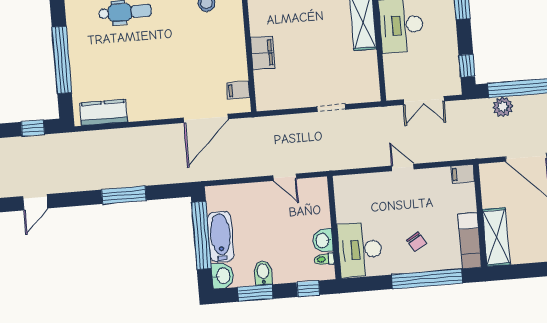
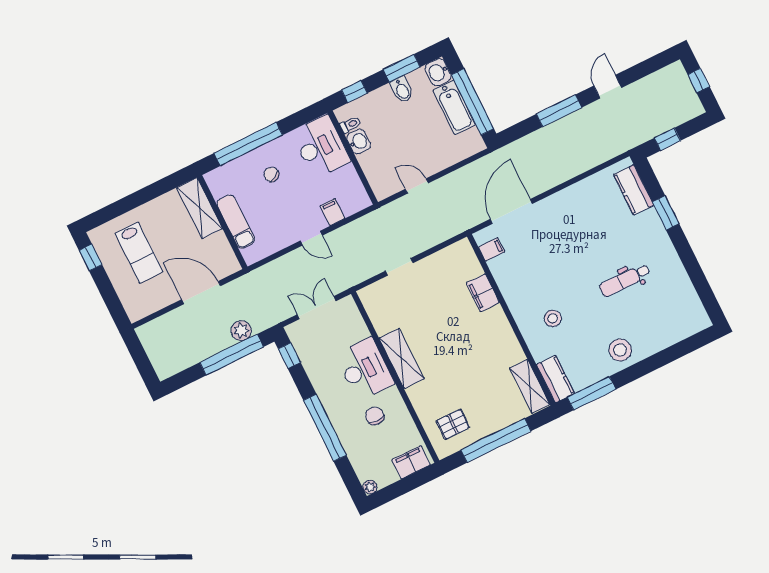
window: (62, 60) -> (666, 213), width x0.47
kitchen counter: (103, 113) -> (634, 190), moved, turned 90
filing cabinet: (463, 174) -> (332, 212), moved, turned -90
door: (35, 202) -> (608, 87), moved
exam couch: (470, 241) -> (236, 222), moved

